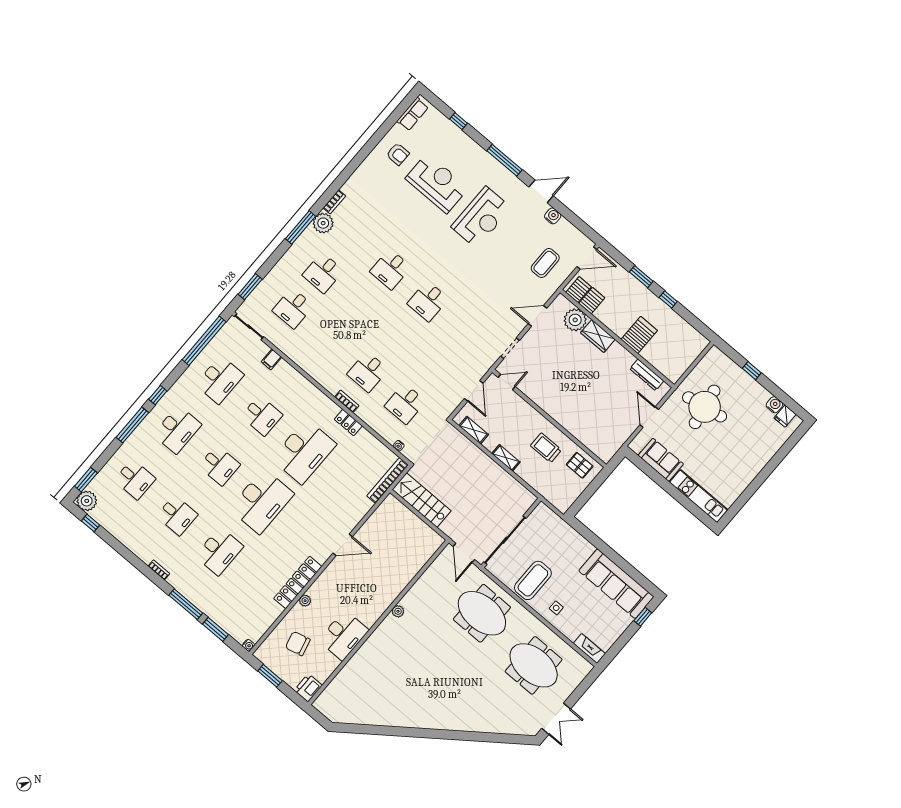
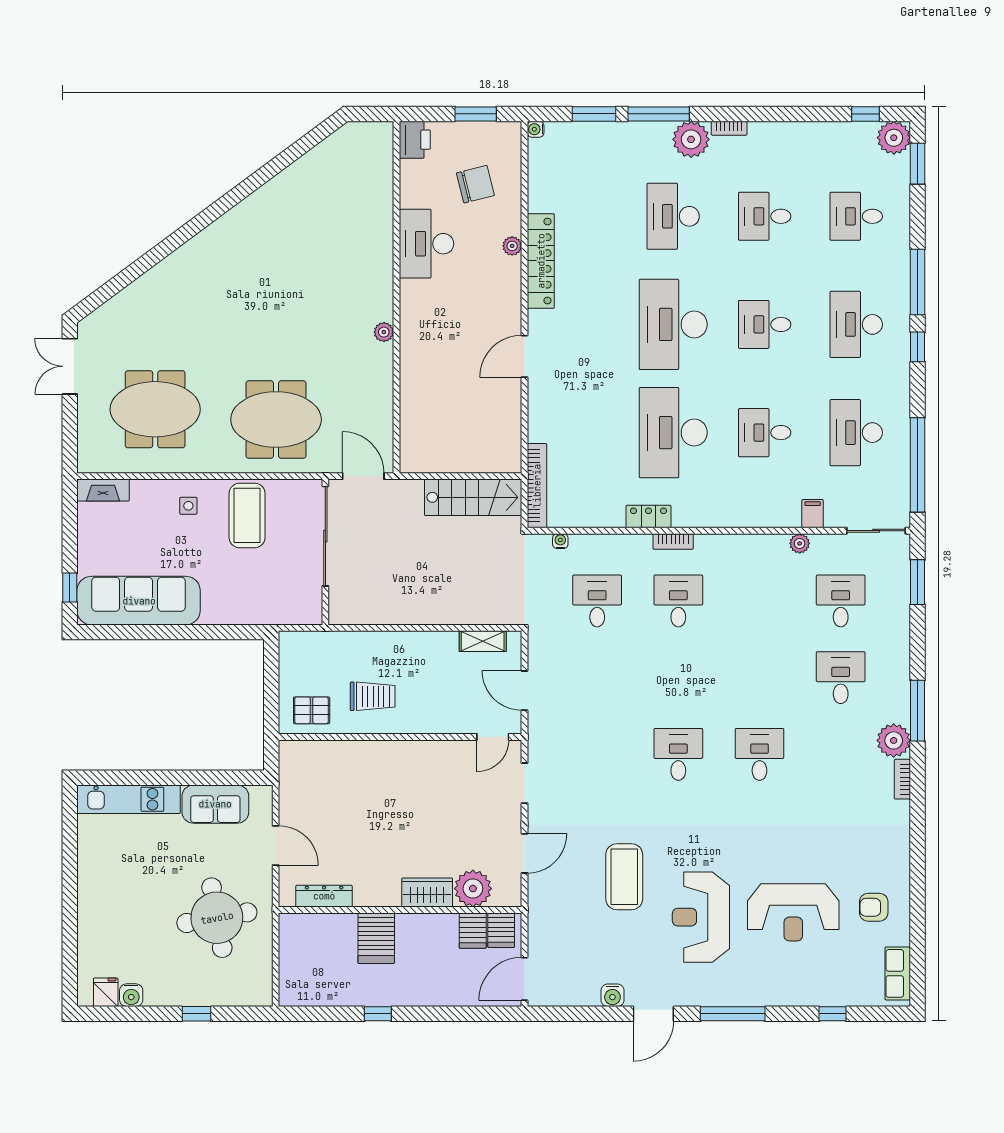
coffee table: (545, 263) -> (624, 877), moved, width x1.36, depth x1.32
window: (641, 277) -> (436, 1014), removed
plant: (289, 351) -> (800, 543), added
shelving: (506, 458) -> (412, 641), removed
plant: (181, 580) -> (691, 139), added

